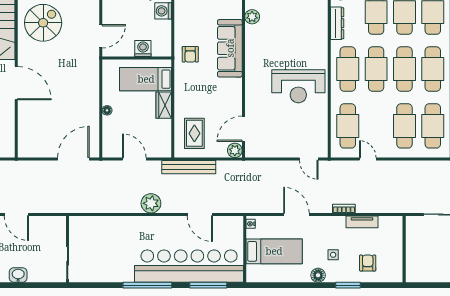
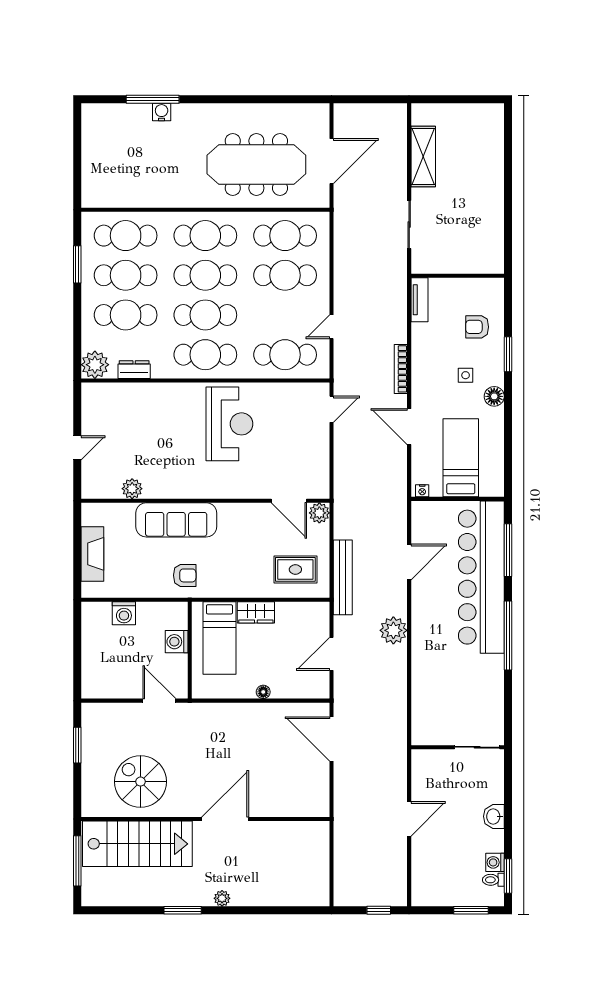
dresser: (337, 23) -> (134, 370), width x0.70
bookcase: (344, 209) -> (401, 369), width x1.56
door: (296, 214) -> (409, 427), hinge flipped
tv unit: (362, 222) -> (419, 300), moved

